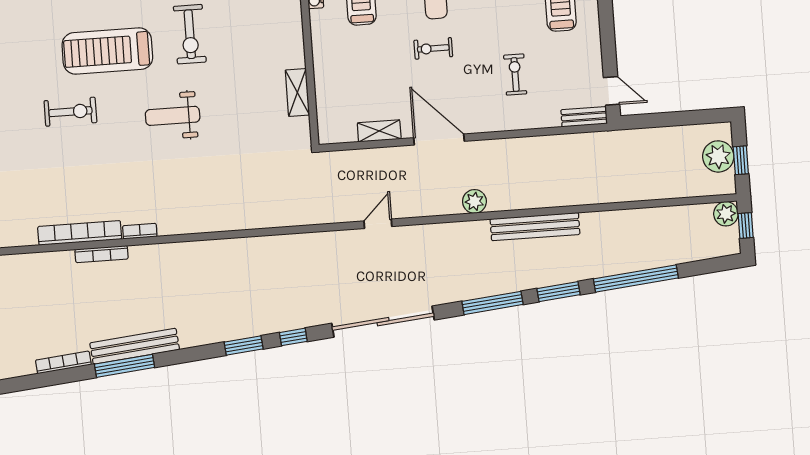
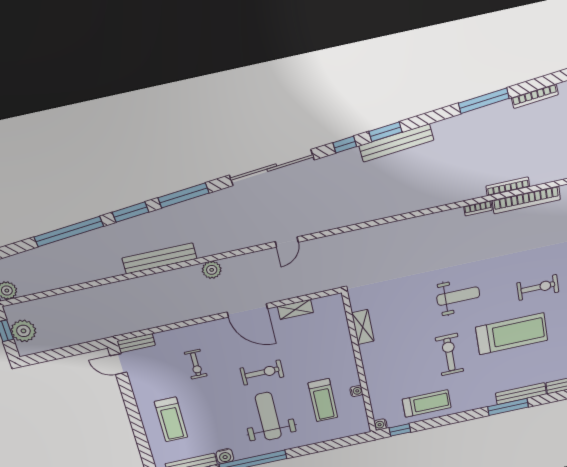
exercise bike: (433, 48) -> (262, 373), width x1.38, depth x1.39
exercise bike: (70, 112) -> (538, 287), turned 180
bench: (135, 346) -> (396, 143), moved

